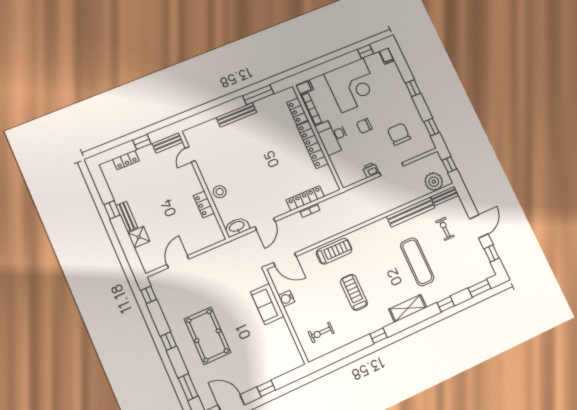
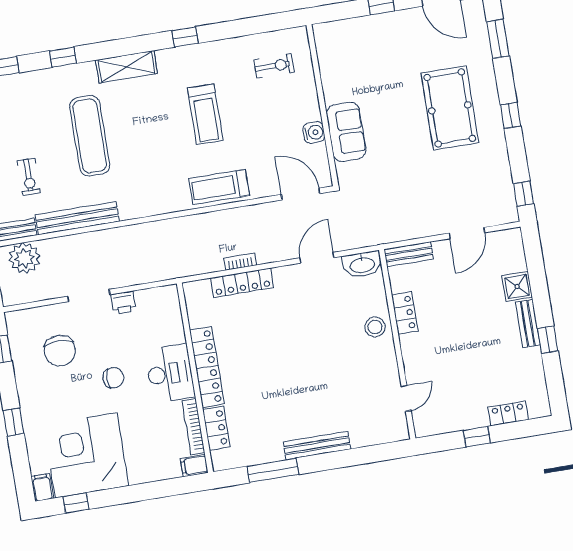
corner desk: (352, 85) -> (86, 455), moved
bench: (167, 143) -> (409, 254), moved

